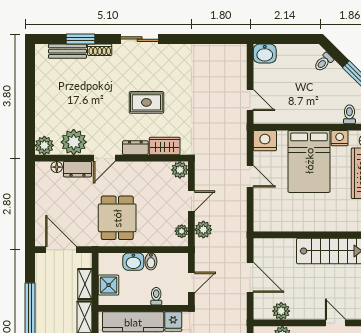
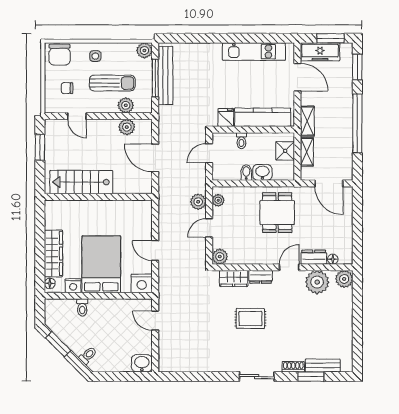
toilet: (349, 114) -> (82, 307), moved

